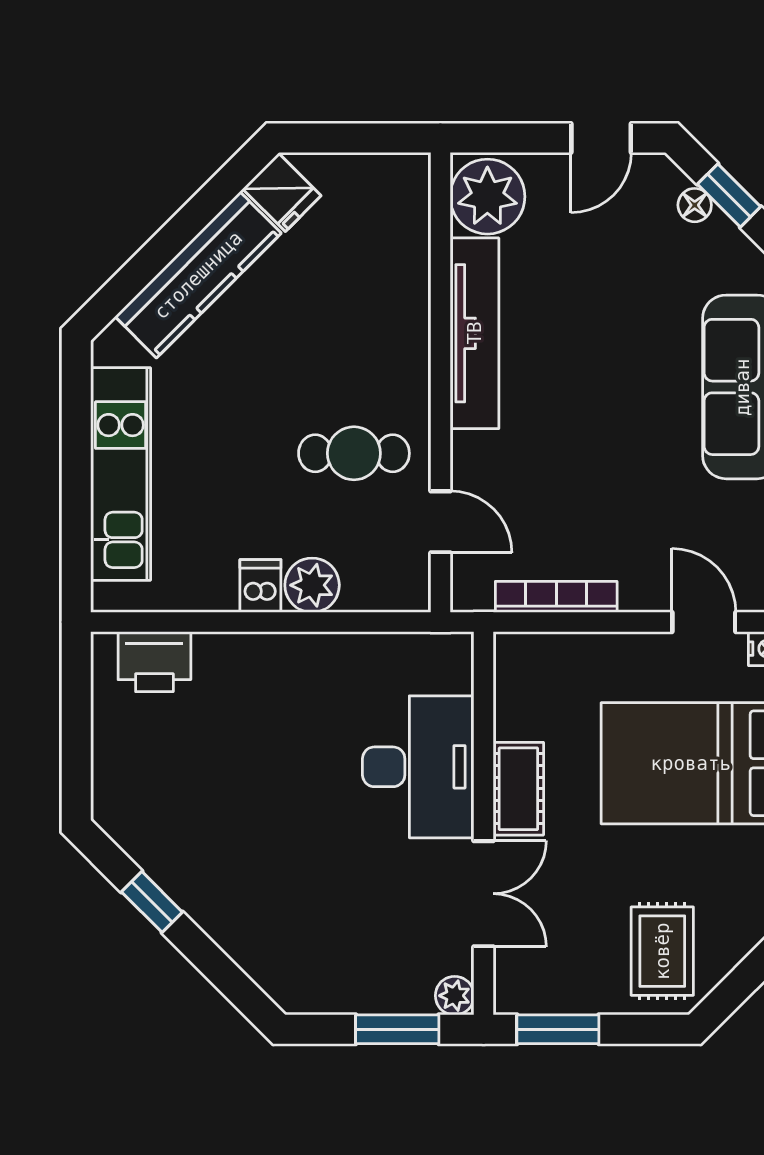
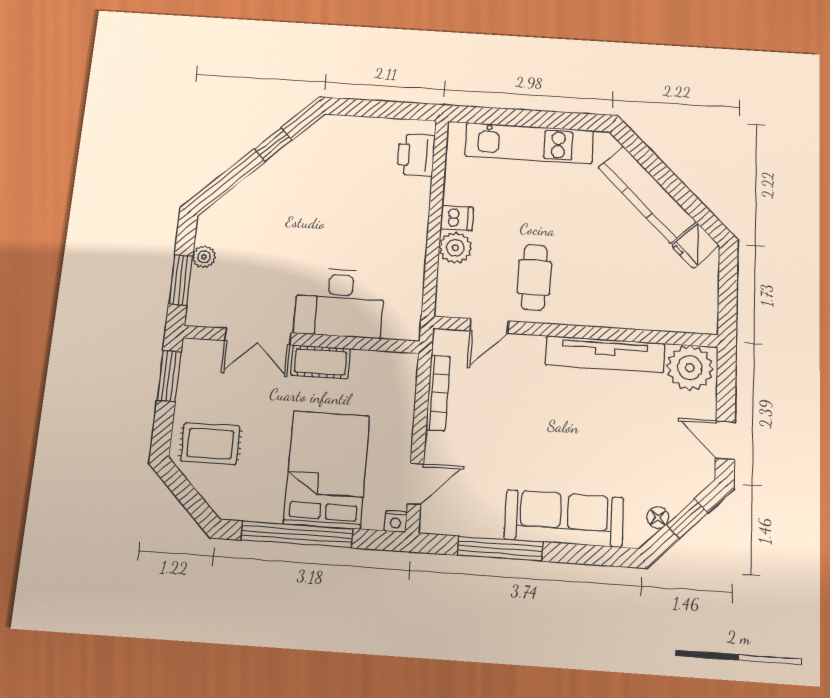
floor lamp: (695, 205) -> (658, 518), moved
plant: (455, 996) -> (204, 257), moved

